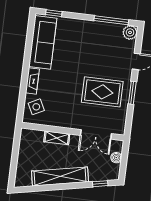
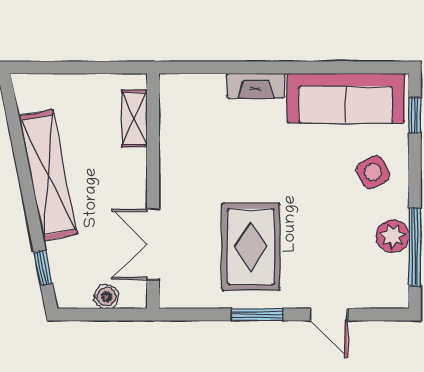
plant: (130, 32) -> (393, 236), moved
side table: (36, 107) -> (373, 172), moved
shelving: (57, 138) -> (134, 118), moved

